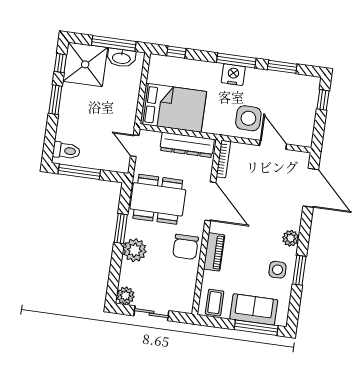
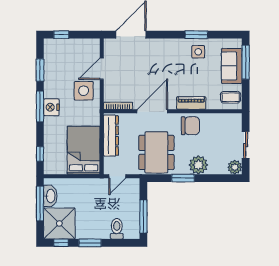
toilet: (66, 151) -> (117, 229), moved
plant: (291, 238) -> (172, 45), removed

